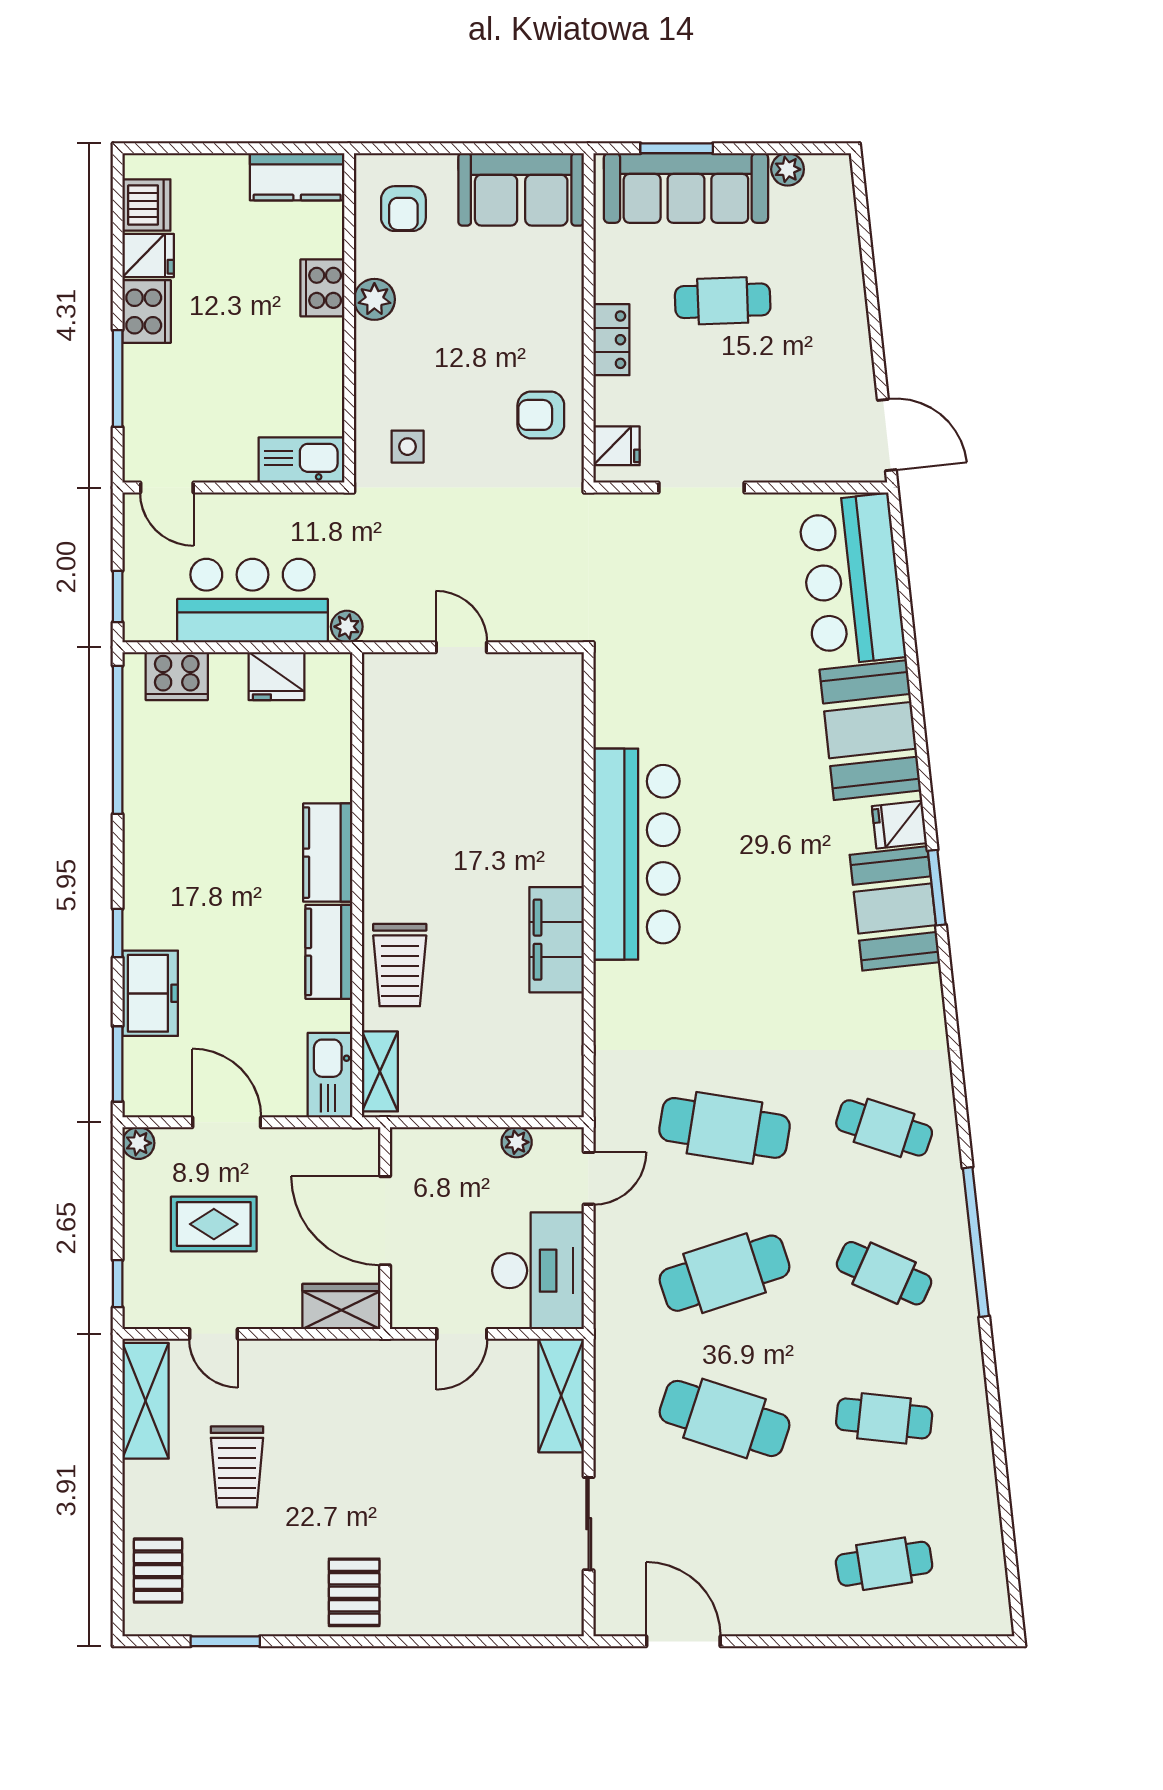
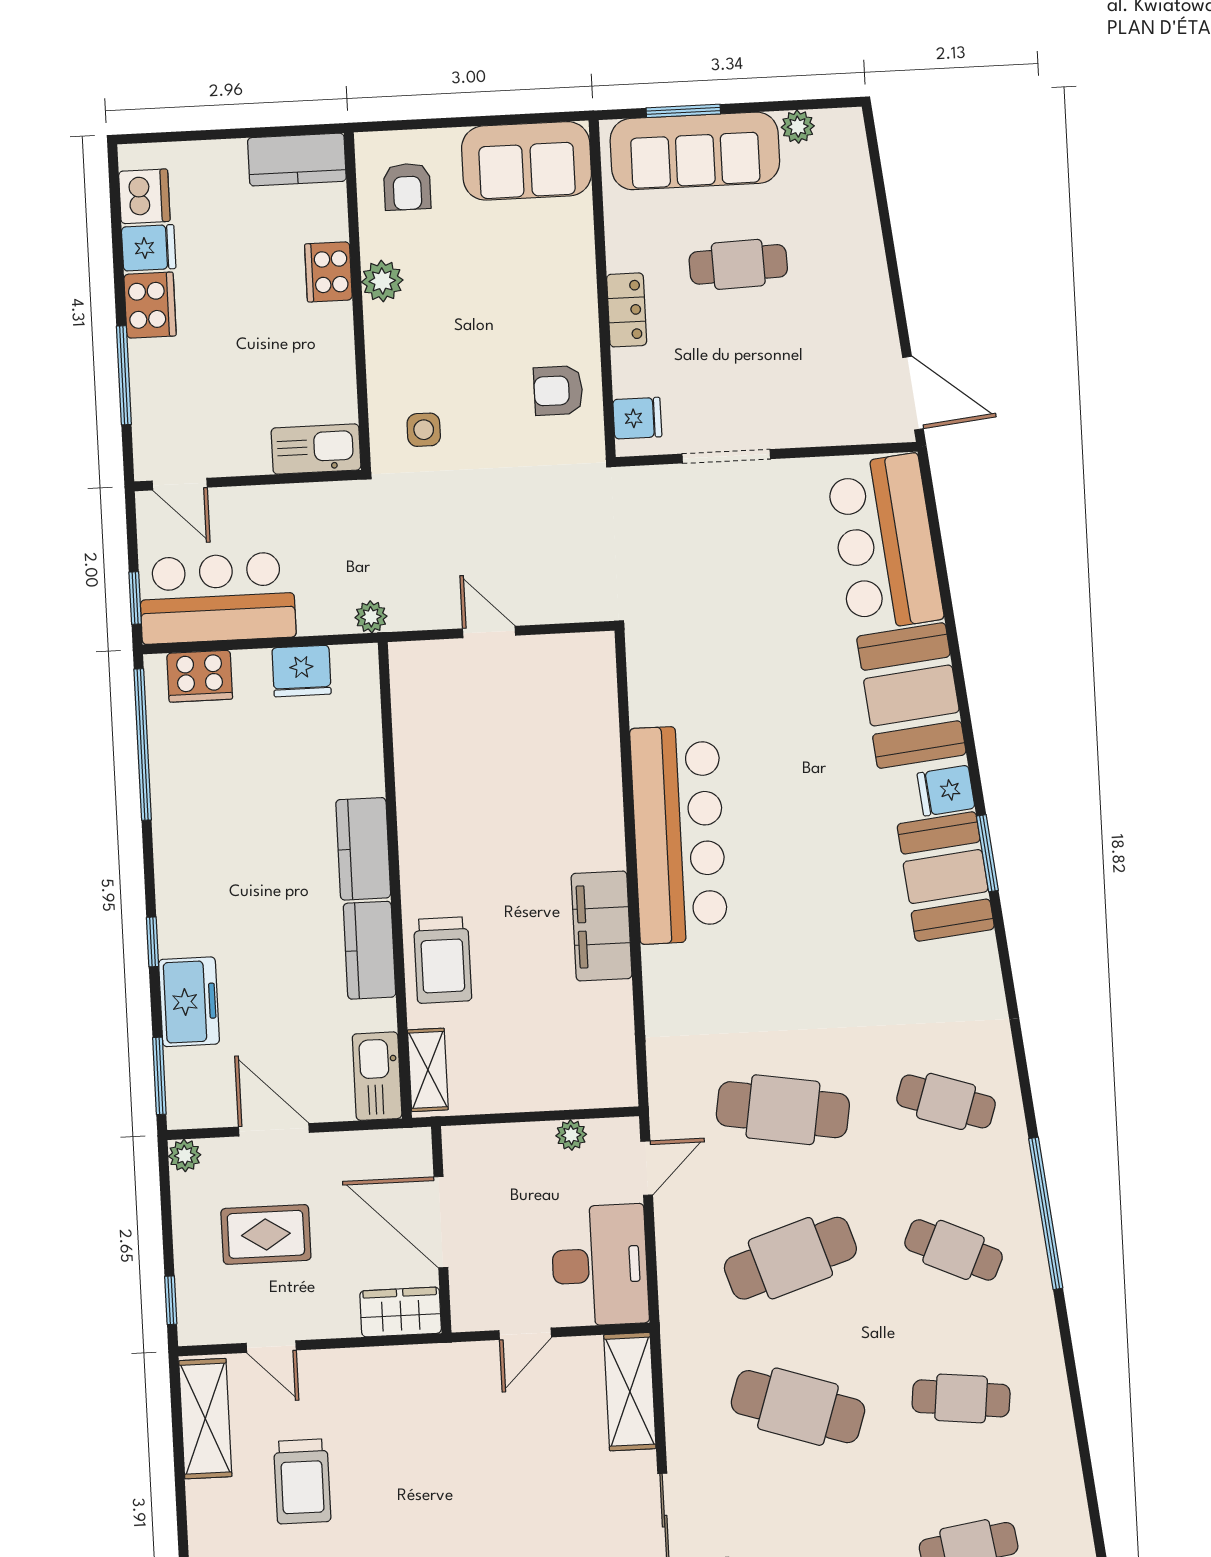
bar counter: (253, 601) -> (217, 598), moved

